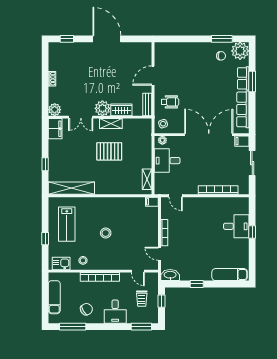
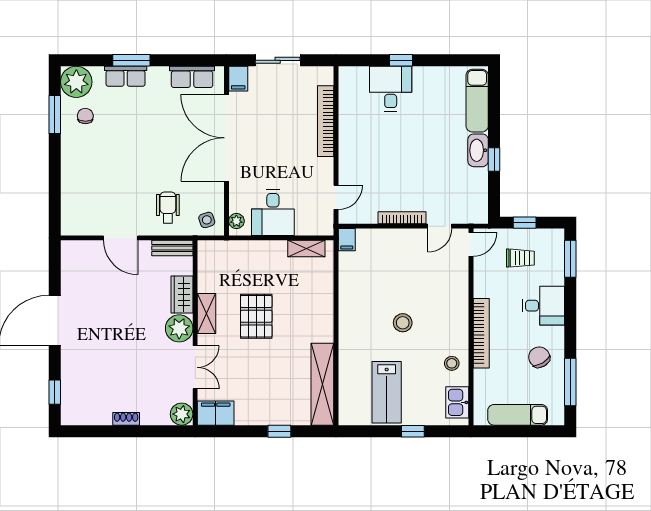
row of seats: (243, 109) -> (192, 77), width x0.68
lab bench: (67, 224) -> (387, 392), turned 90
door: (138, 271) -> (471, 244), moved
washbasin: (170, 275) -> (478, 150), moved

